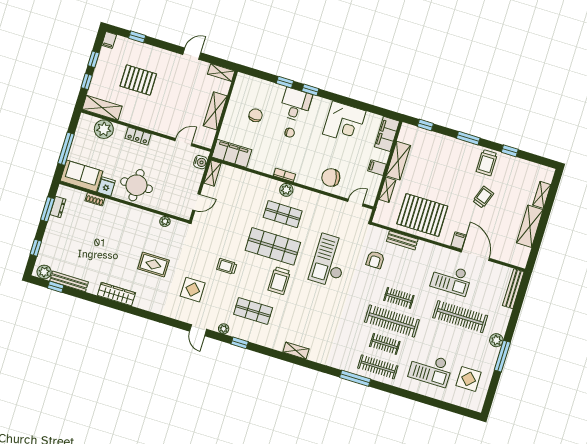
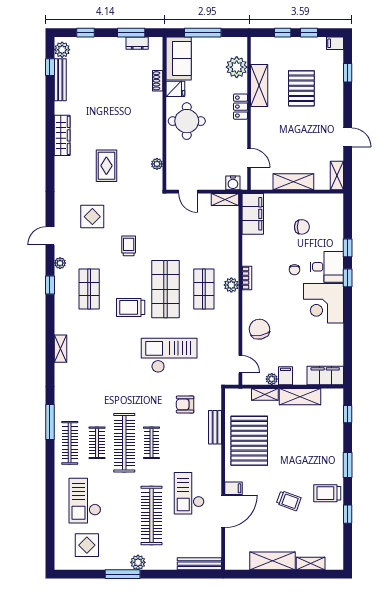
shelving: (102, 108) -> (259, 86), moved
corner desk: (344, 122) -> (324, 303), moved
plant: (376, 180) -> (272, 379), added

